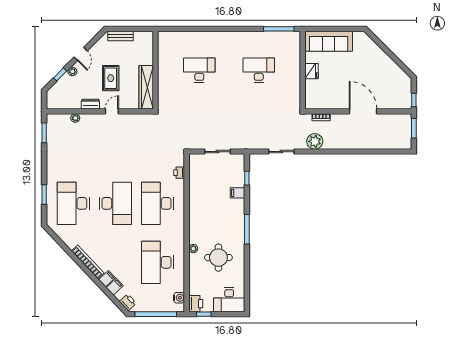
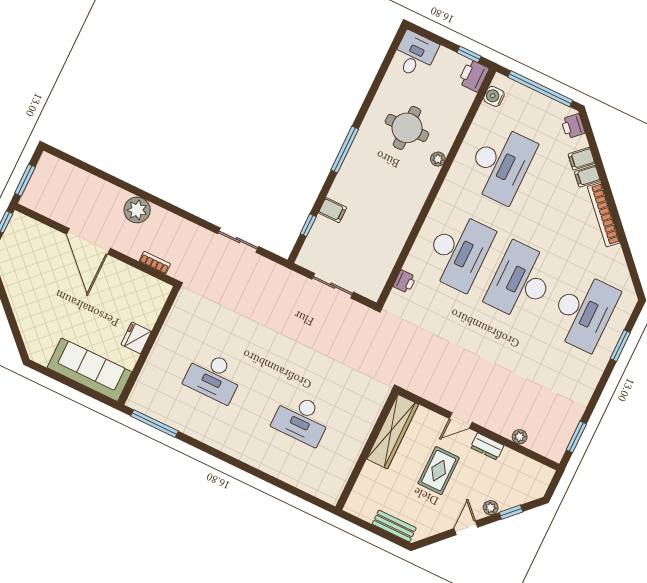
plant: (315, 141) -> (137, 210), moved
desk: (229, 300) -> (415, 55), width x0.73

